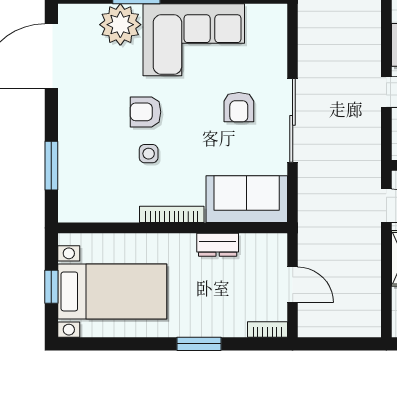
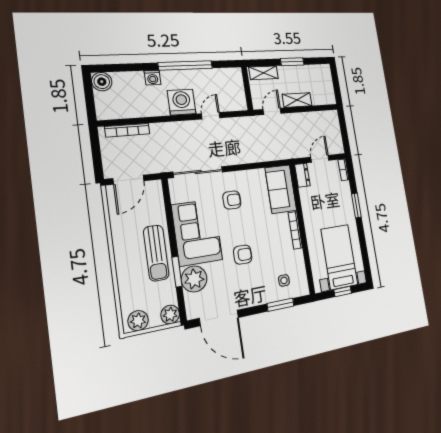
armchair: (146, 112) -> (243, 255), turned -90
sliding door: (293, 120) -> (198, 172), moved
side table: (149, 154) -> (284, 280), moved
dresser: (218, 245) -> (302, 175), moved

